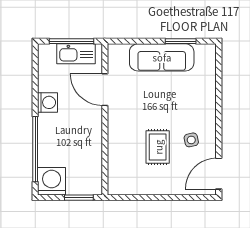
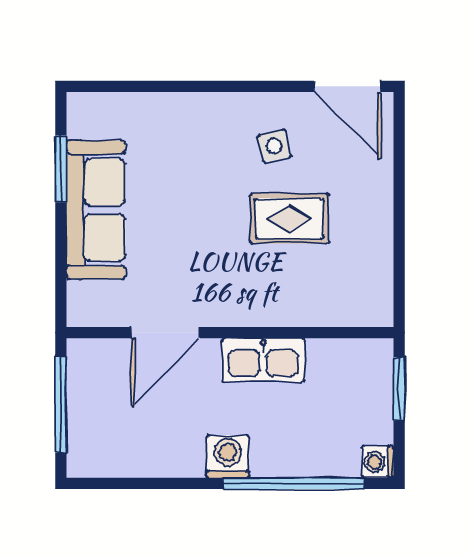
kitchen sink: (76, 54) -> (263, 360), moved, turned 90
washing machine: (47, 102) -> (228, 457), moved
washing machine: (52, 181) -> (378, 462), width x0.53, depth x0.53

